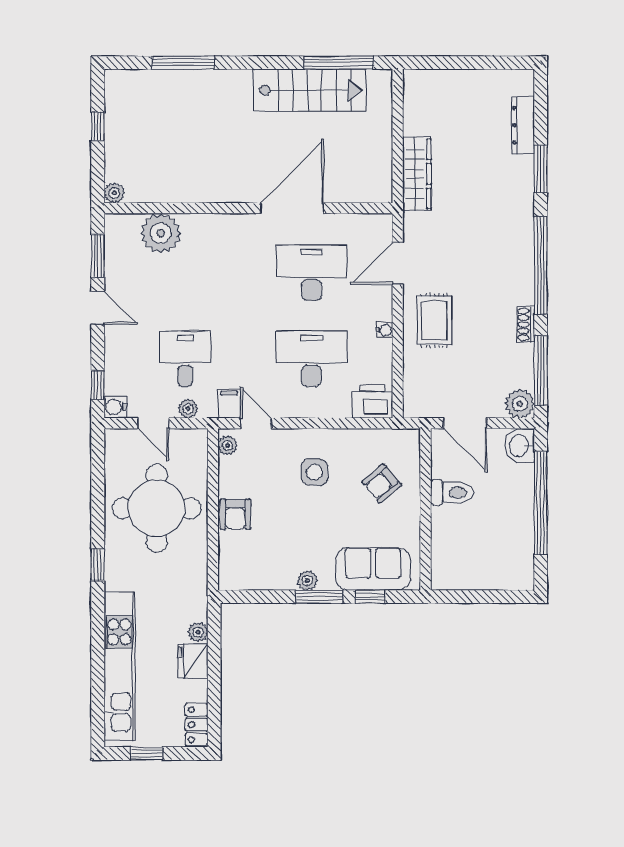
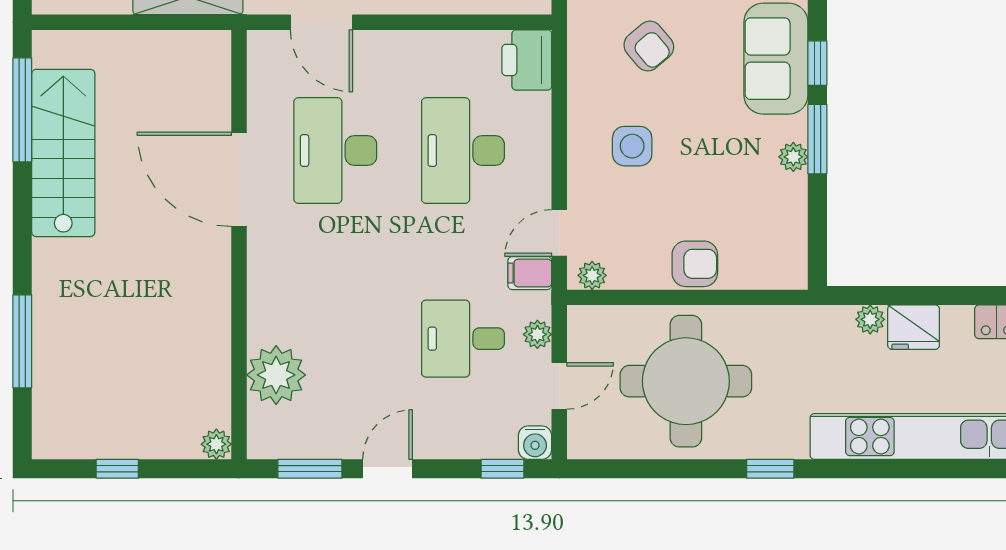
water cooler: (385, 330) -> (420, 42), removed

